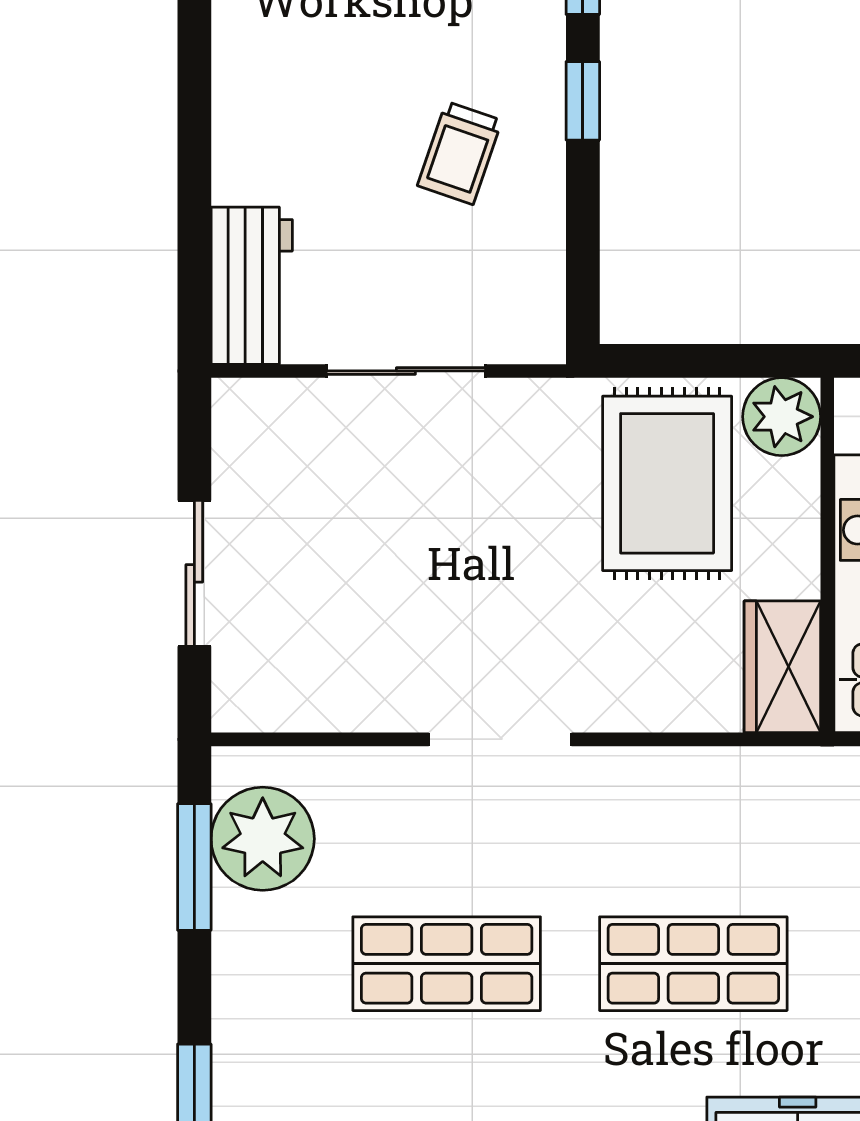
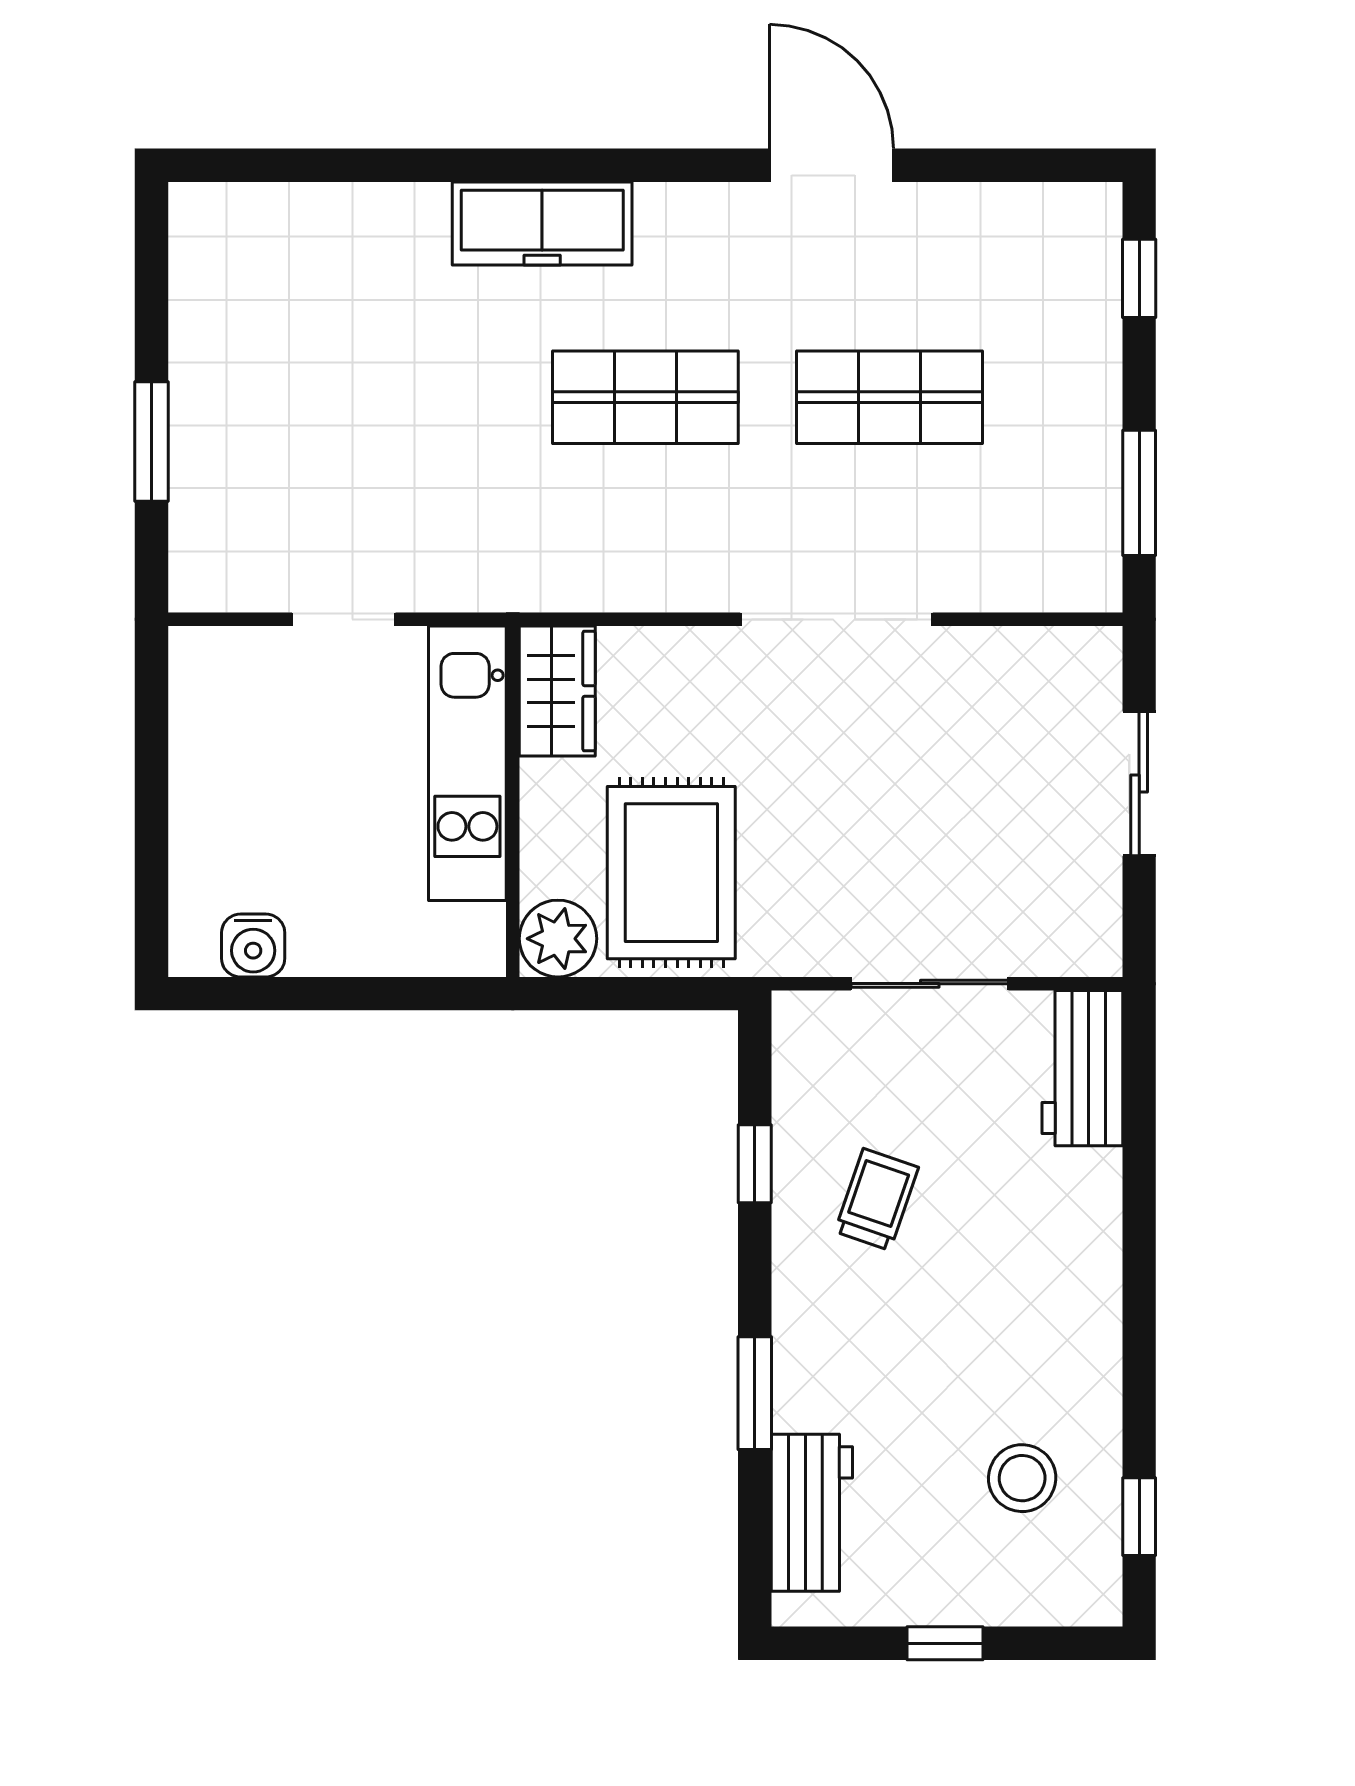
window: (583, 101) -> (755, 1164), moved
doorway: (500, 739) -> (837, 619), width x1.36
plant: (263, 839) -> (1072, 521), removed

